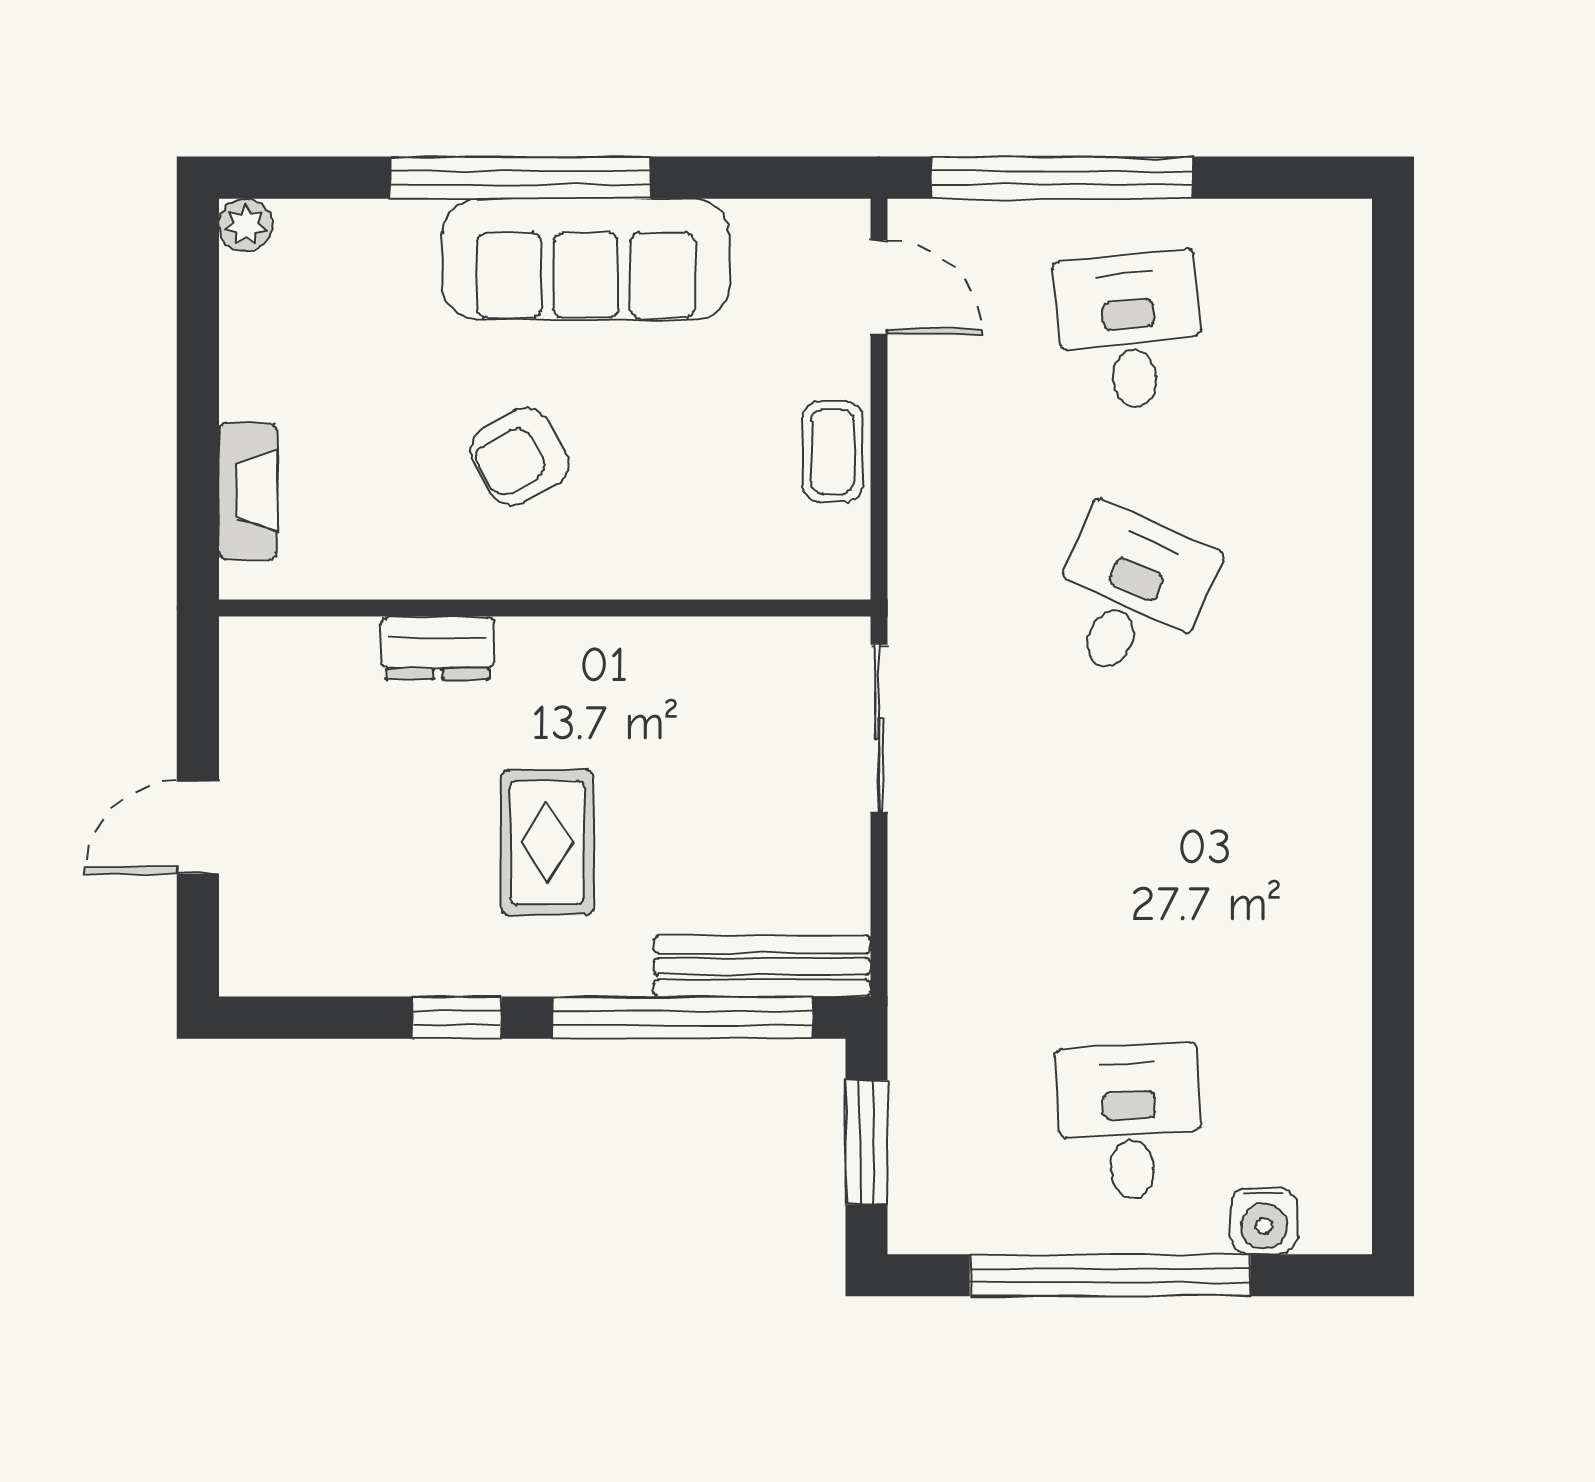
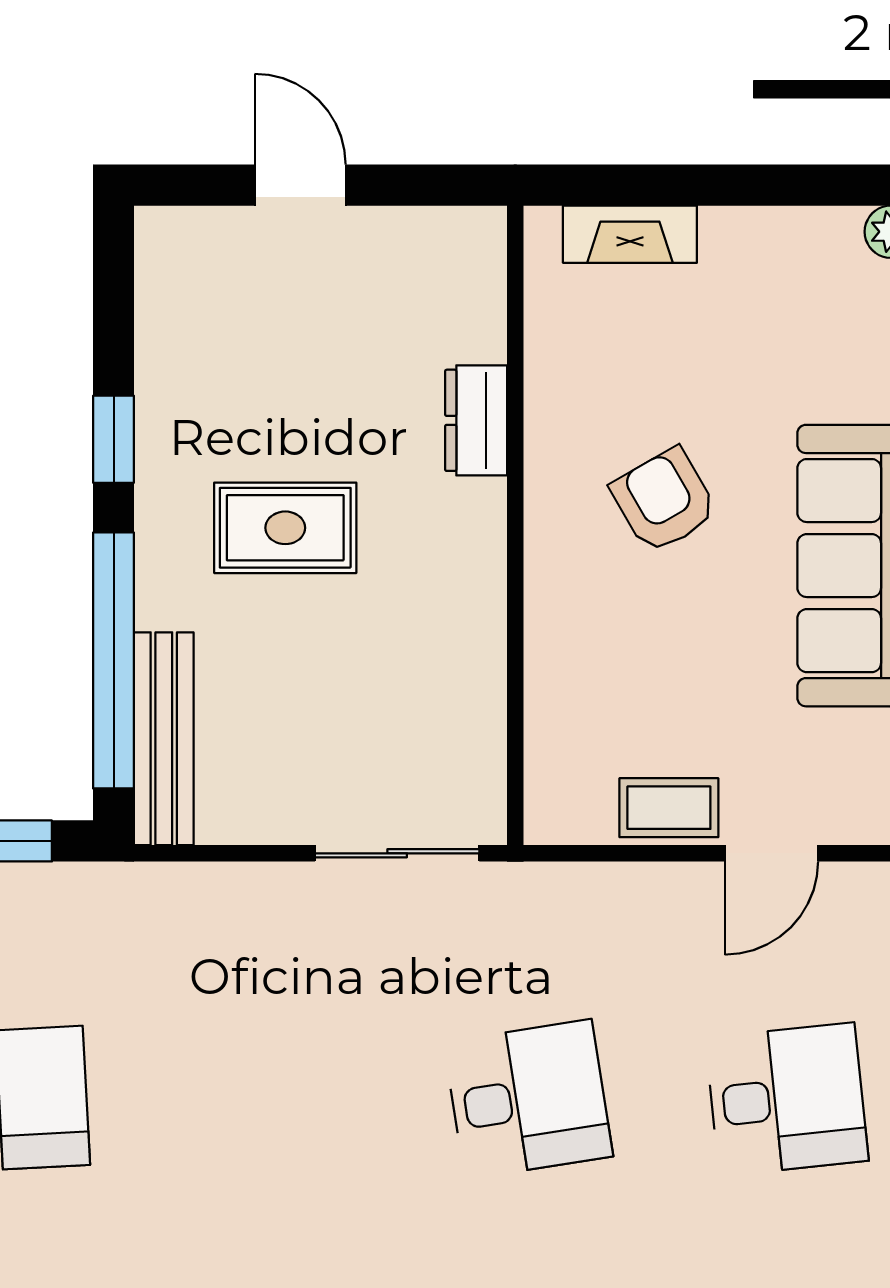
door: (879, 288) -> (772, 853), moved
desk: (1130, 595) -> (528, 1099), turned -33

